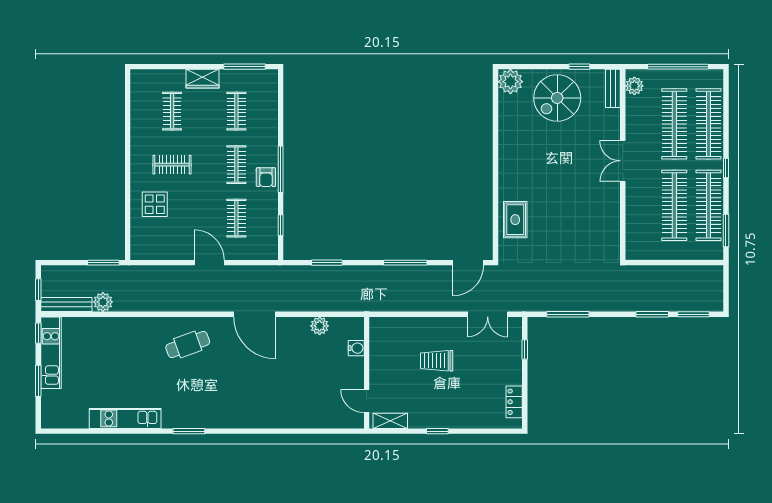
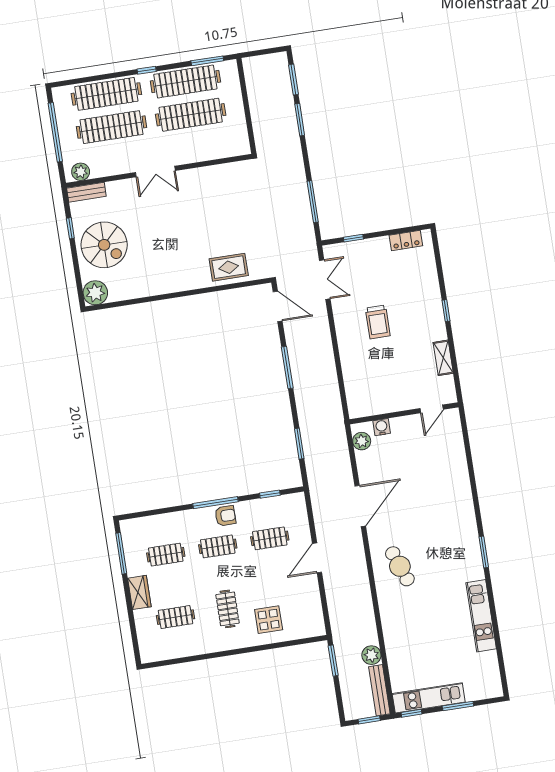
water cooler: (356, 348) -> (382, 427), moved
wall: (367, 373) -> (404, 413), moved
door: (367, 401) -> (432, 409), moved

